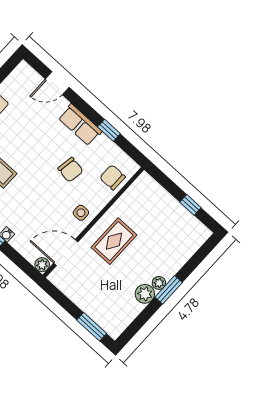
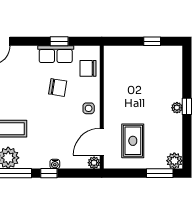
row of seats: (80, 125) -> (56, 54), moved
rug: (114, 241) -> (133, 141), moved
window: (169, 290) -> (187, 106), width x0.67
plant: (145, 294) -> (174, 161), moved

